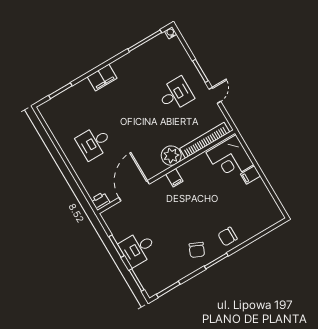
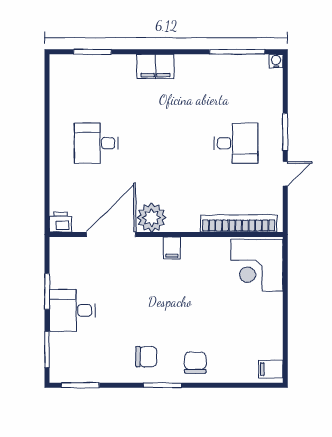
plant: (171, 156) -> (151, 218), moved
filing cabinet: (251, 175) -> (271, 369), moved
chair: (228, 237) -> (195, 363), turned 90
chair: (197, 250) -> (146, 357), turned -114

